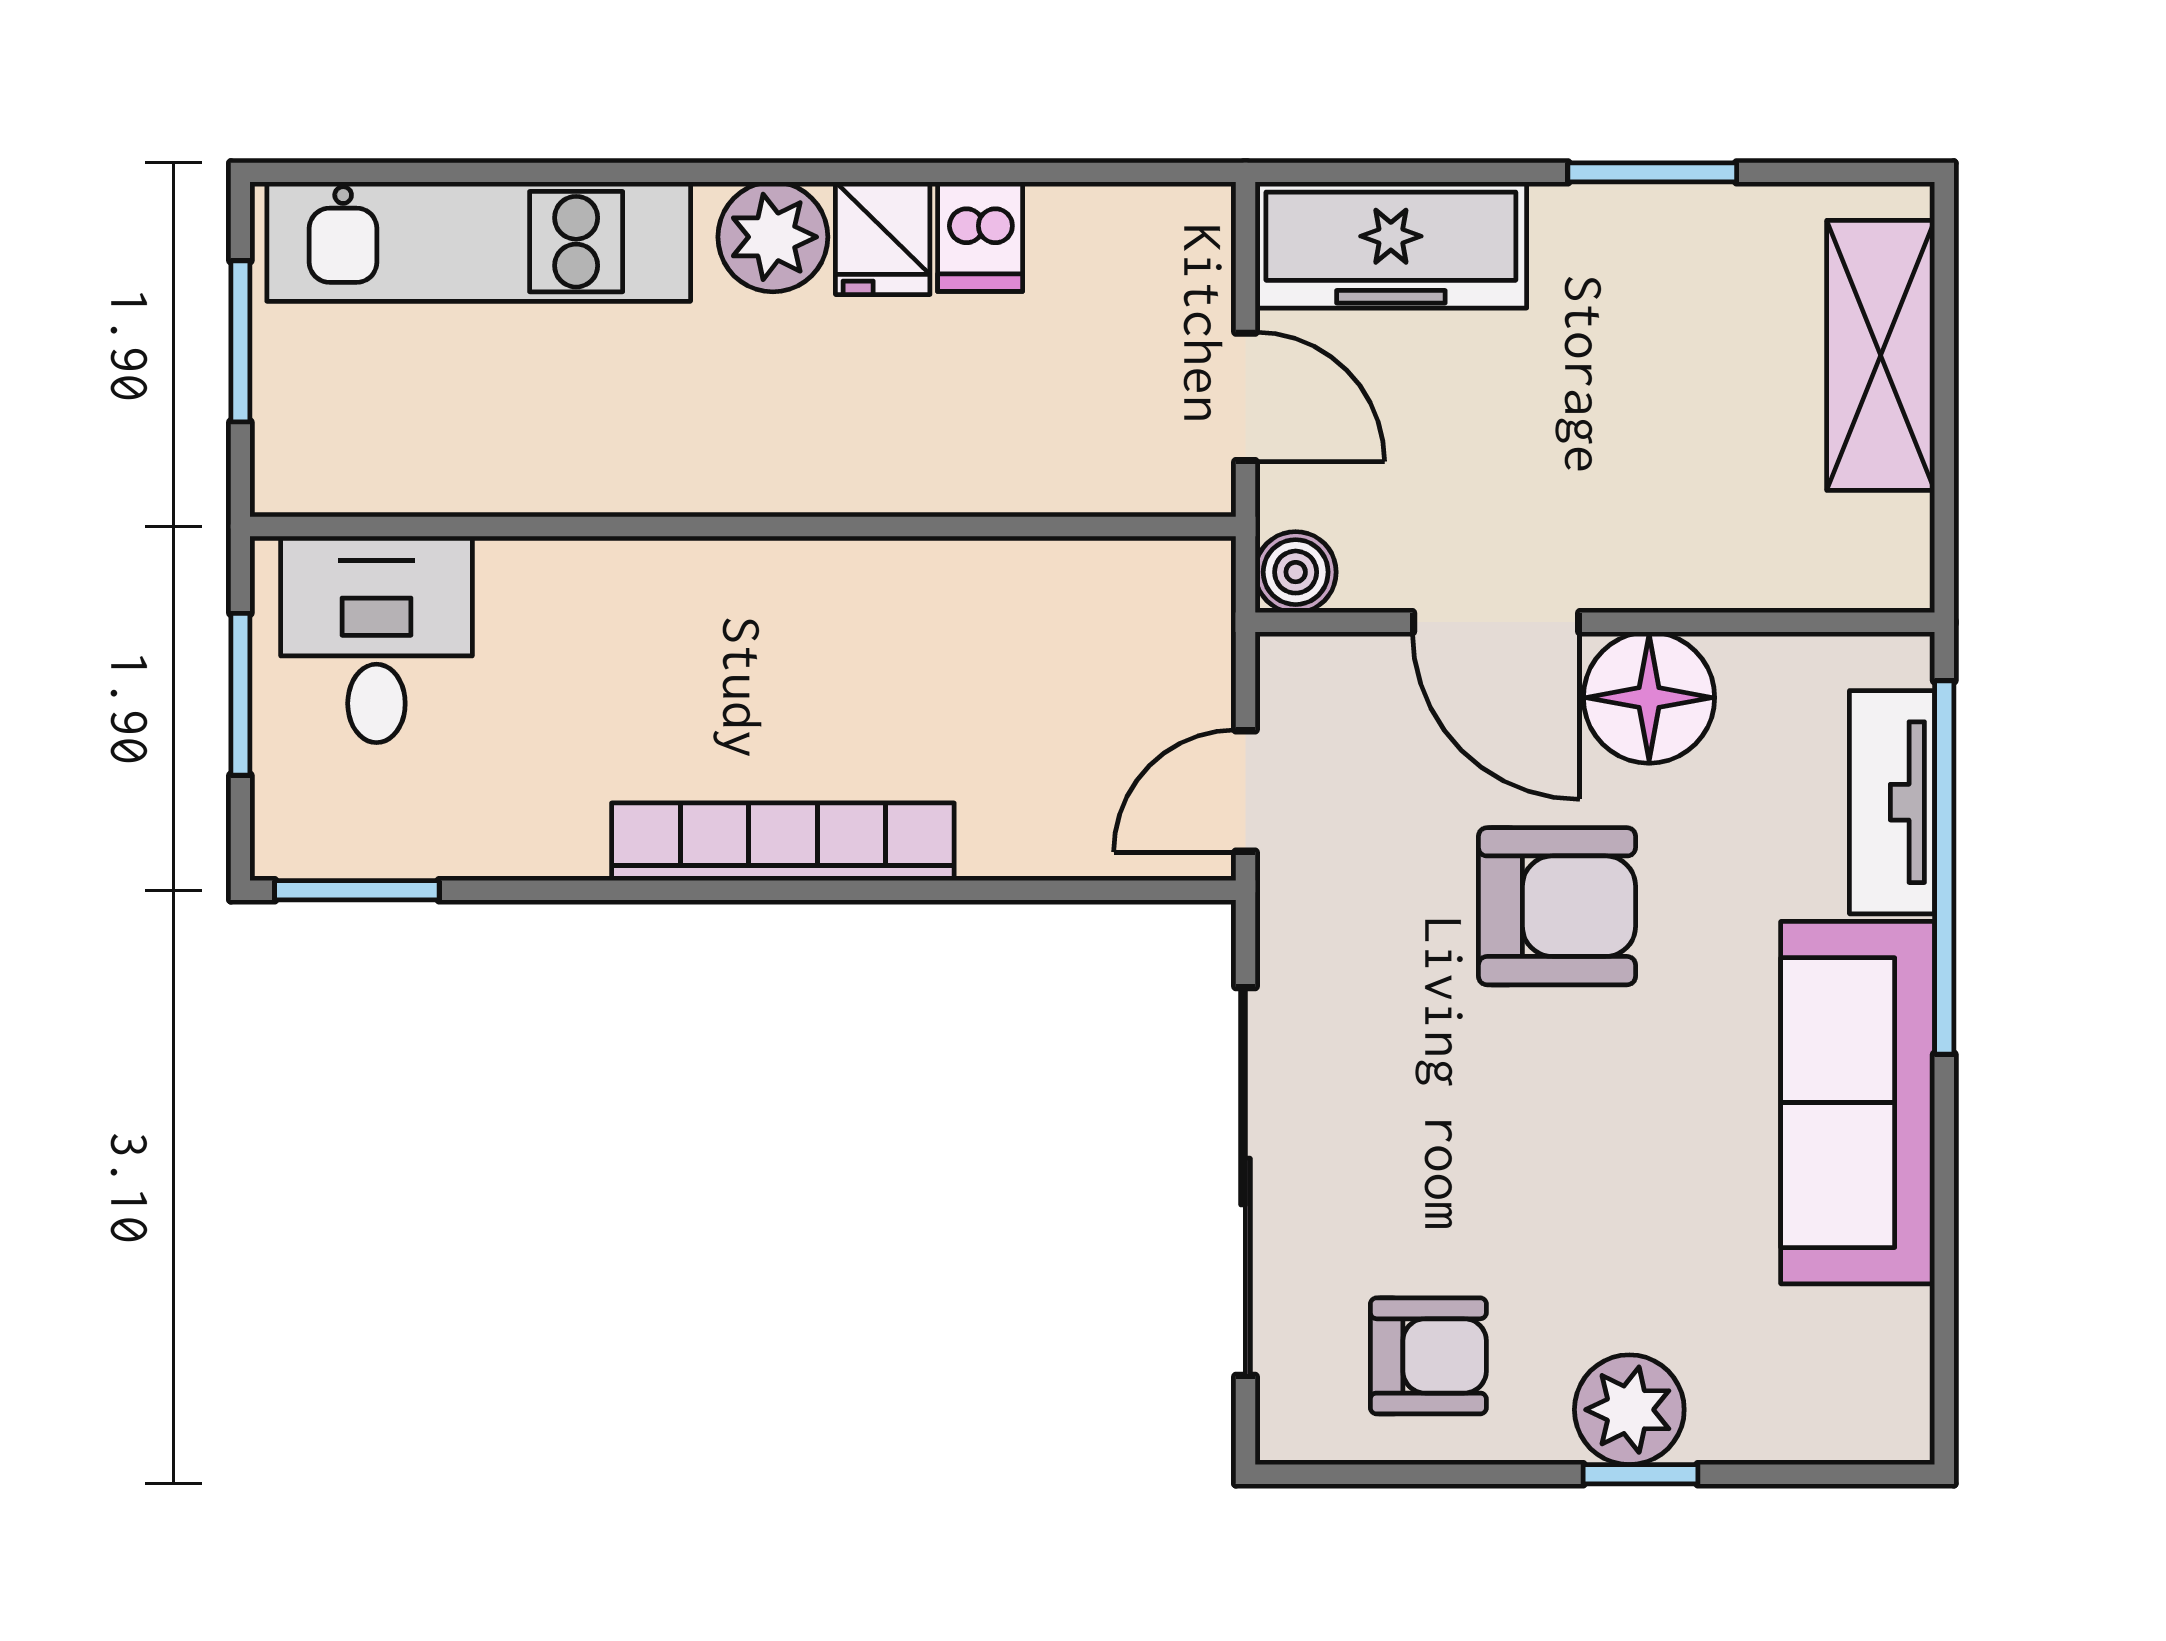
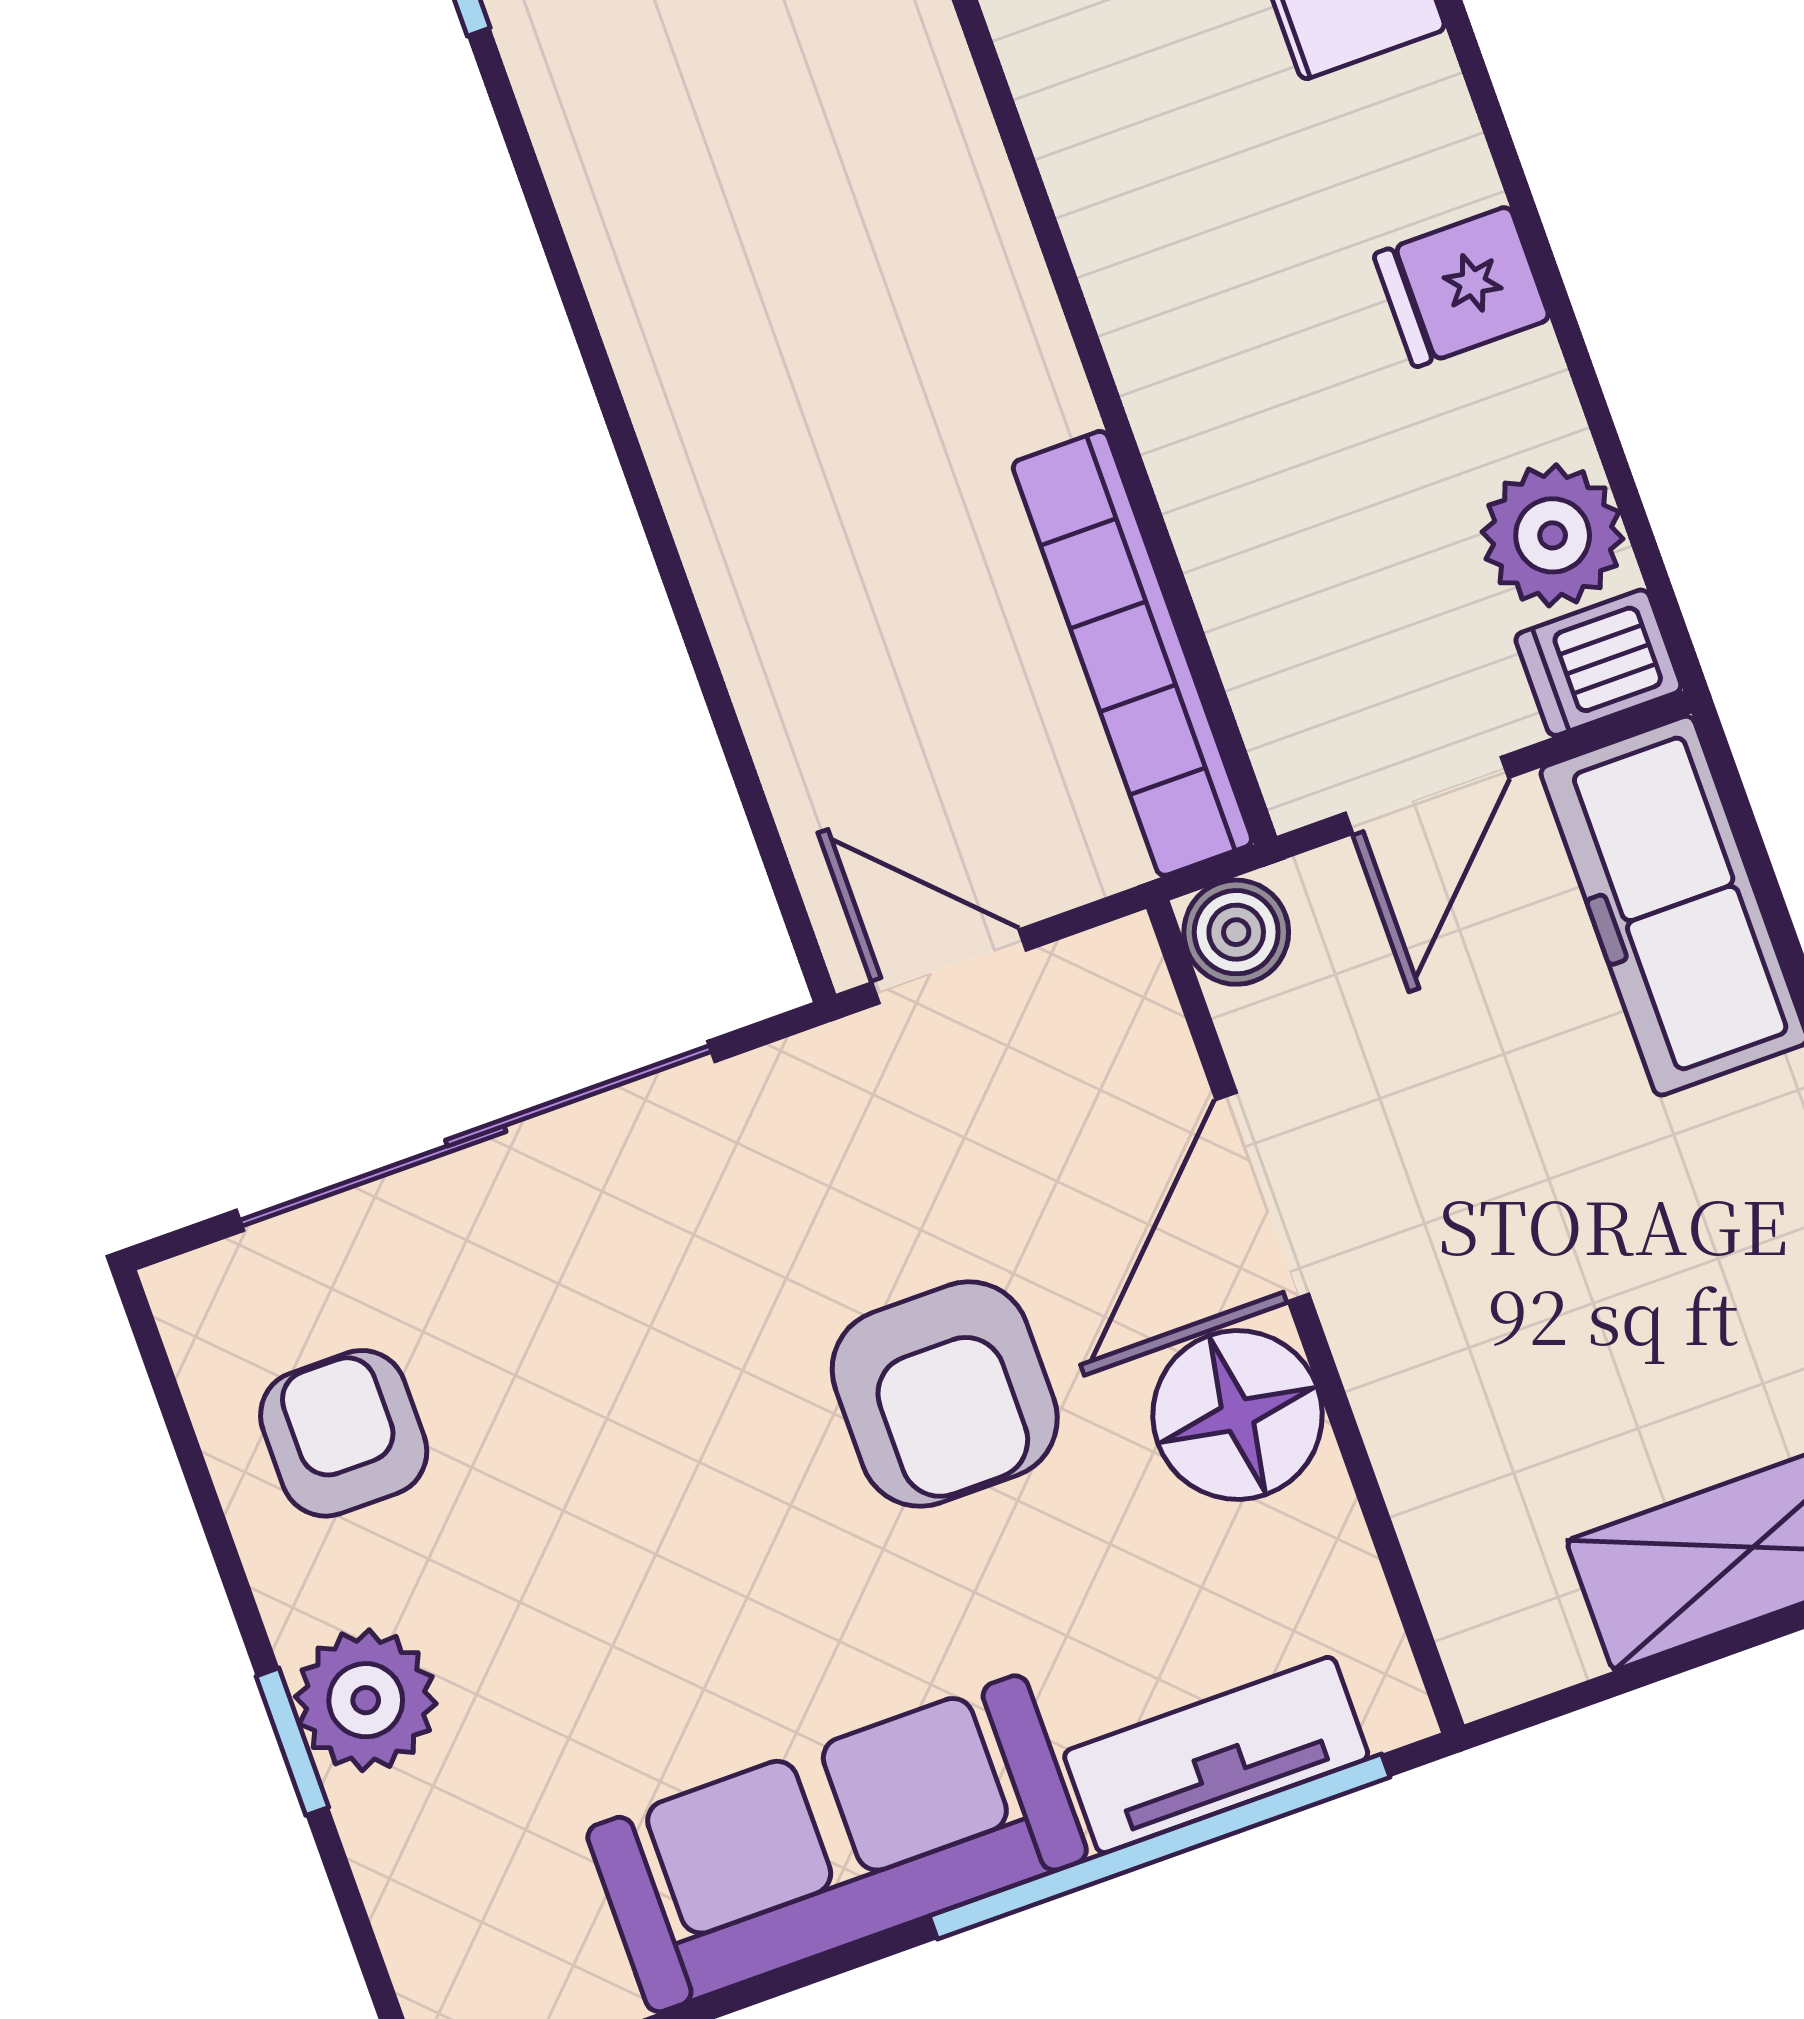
plant: (773, 237) -> (1553, 535), moved
dishwasher: (980, 237) -> (1598, 663), moved
bookcase: (783, 842) -> (1132, 653), moved, turned 180
armchair: (1428, 1356) -> (344, 1433), turned 180

